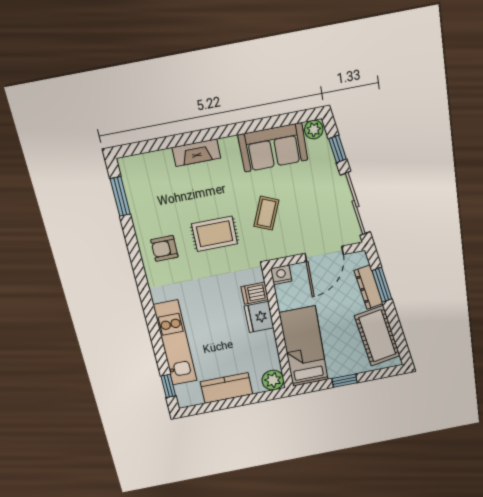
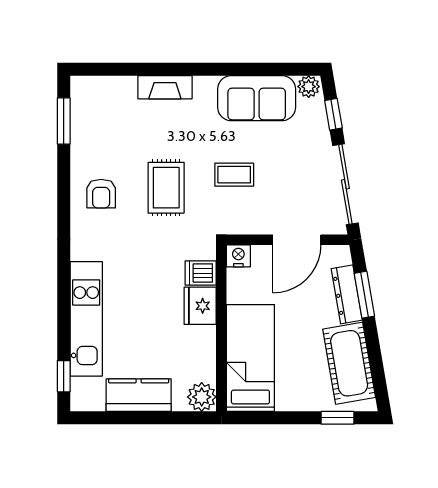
coffee table: (266, 213) -> (234, 175), turned 67
rug: (215, 234) -> (166, 188), turned 90
armchair: (164, 248) -> (101, 194), turned -90
window: (345, 381) -> (338, 418), moved

